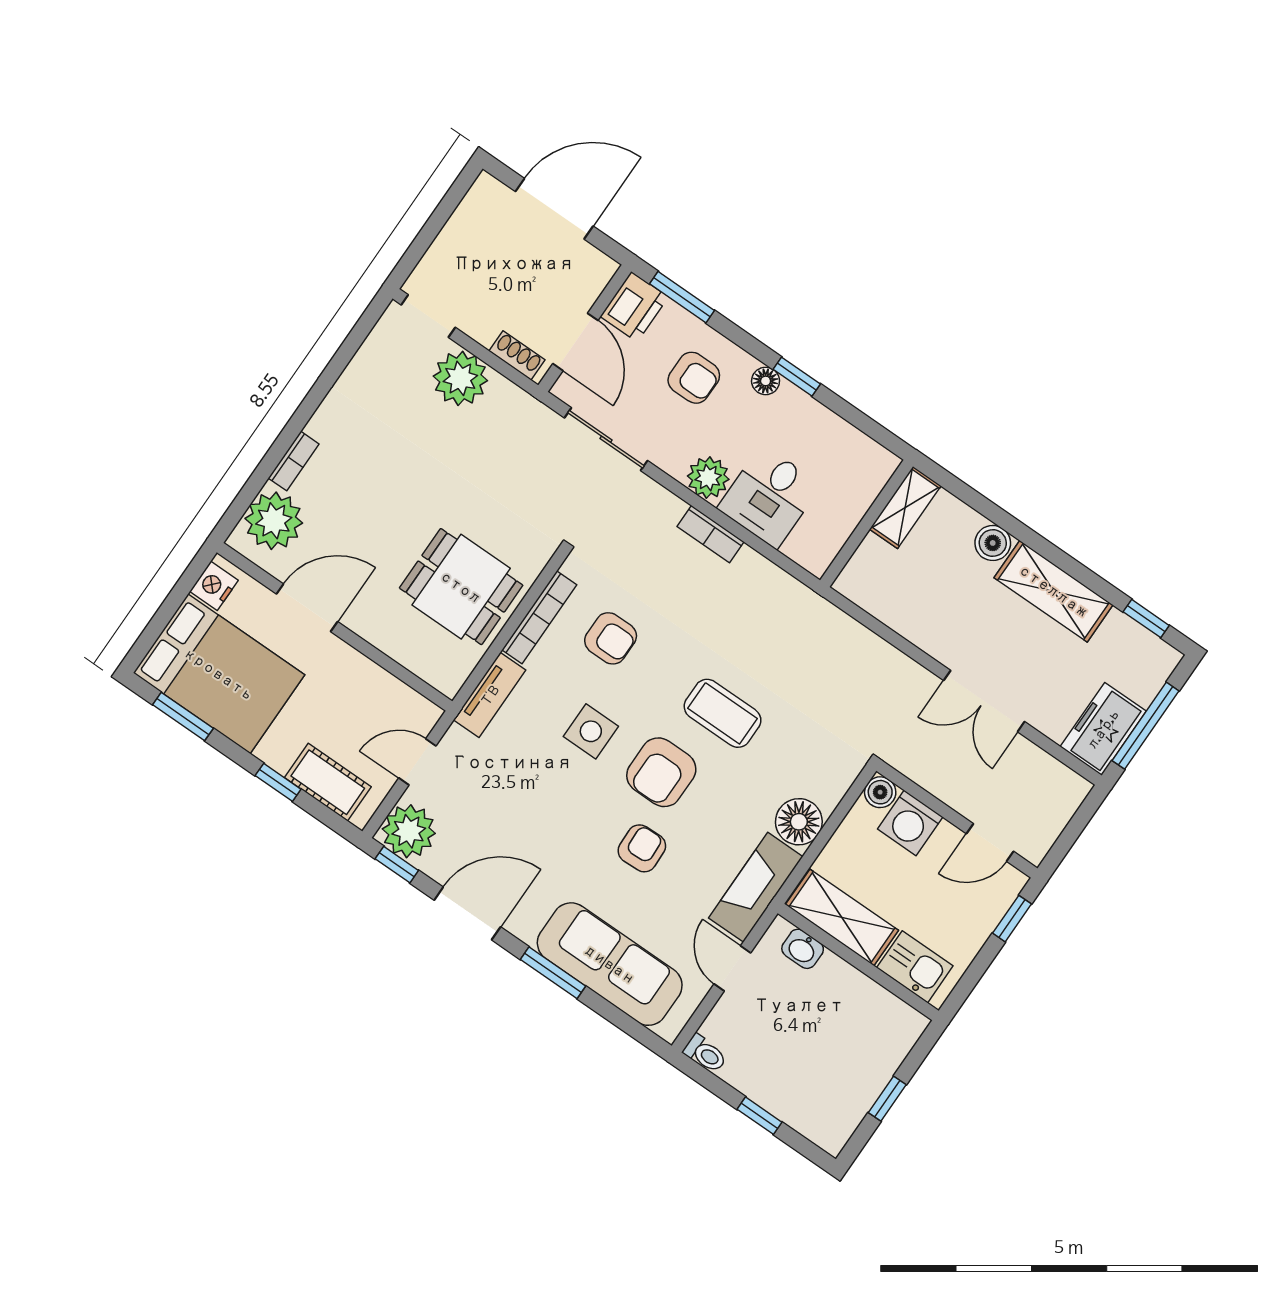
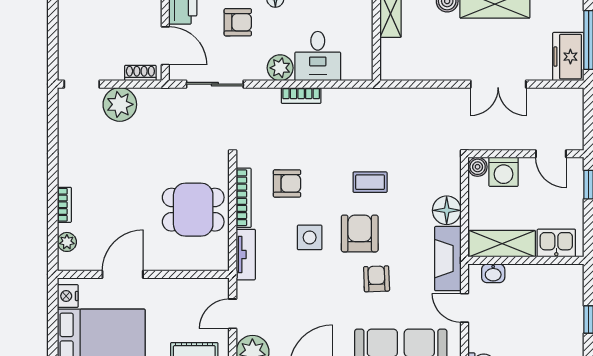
plant: (274, 521) -> (67, 242), width x0.53, depth x0.53
coffee table: (723, 713) -> (370, 182), width x0.73, depth x0.77
armchair: (661, 772) -> (360, 233), turned 180
door: (990, 842) -> (551, 154), hinge flipped

